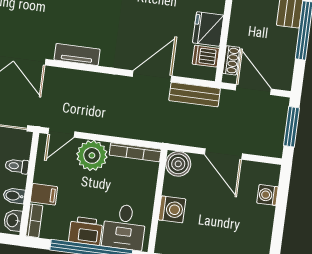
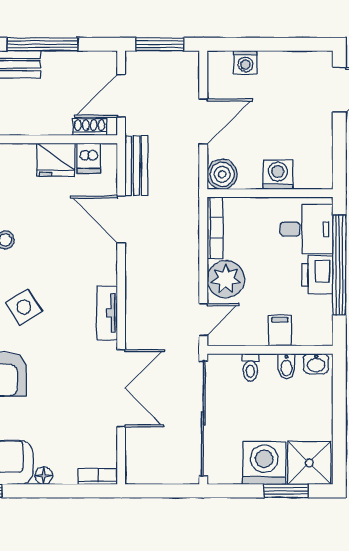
door: (61, 133) -> (203, 319), hinge flipped
bookcase: (34, 221) -> (313, 338), removed

